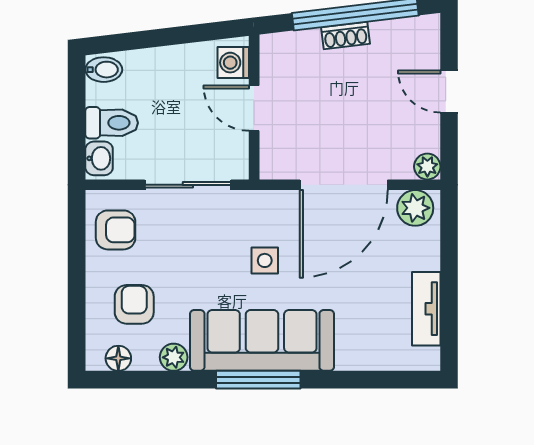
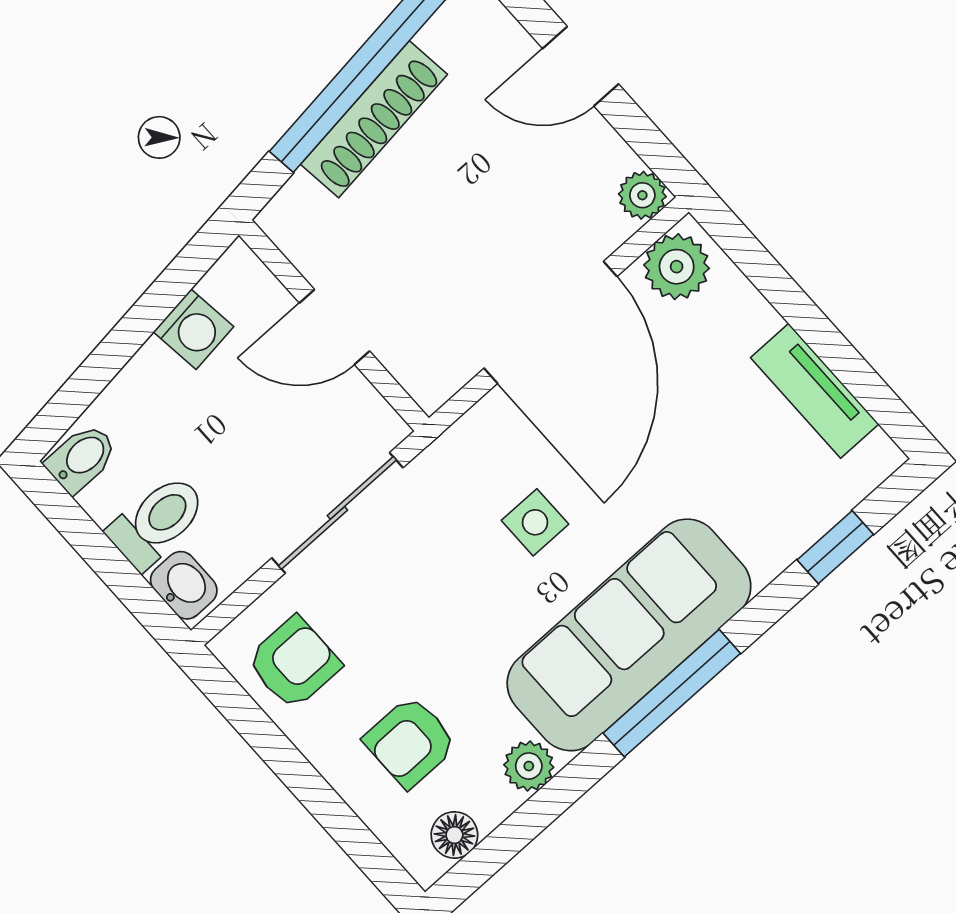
shoe rack: (345, 35) -> (374, 119), width x1.94, depth x1.24
washing machine: (233, 63) -> (193, 329), moved, turned -97
armchair: (134, 304) -> (410, 742), turned -90
window: (378, 380) -> (835, 547), added

